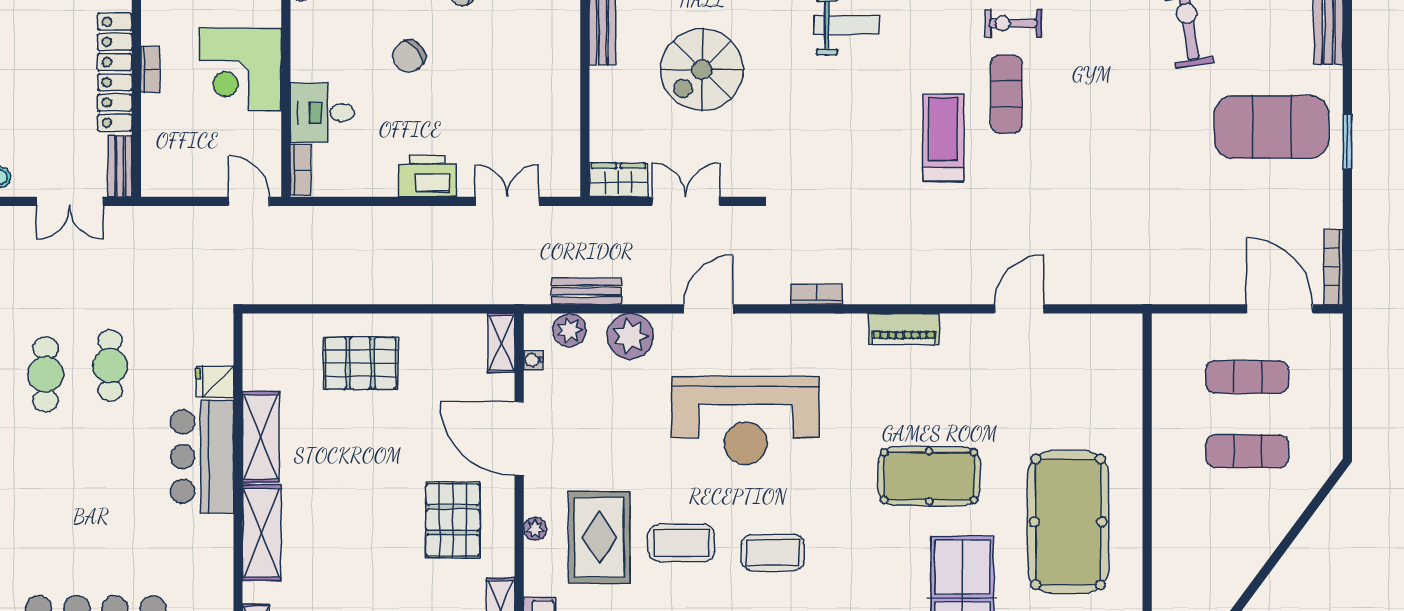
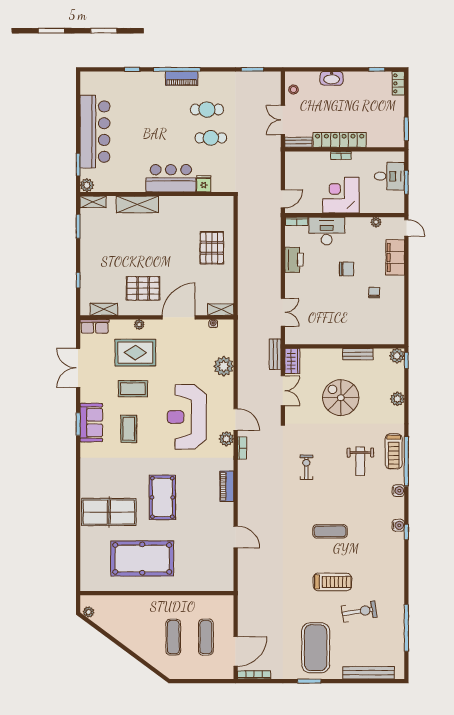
exercise bike: (1013, 23) -> (306, 467), moved
chair: (409, 56) -> (347, 269), turned 128
desk: (322, 113) -> (327, 231), width x1.37
treadmill: (943, 138) -> (332, 582), moved
printer: (427, 176) -> (294, 260), moved
bench: (586, 291) -> (275, 354), moved
door: (708, 309) -> (236, 419), moved
plant: (569, 330) -> (226, 439), moved
shelving: (261, 437) -> (179, 204), removed
coffee table: (681, 543) -> (133, 389), turned 90

